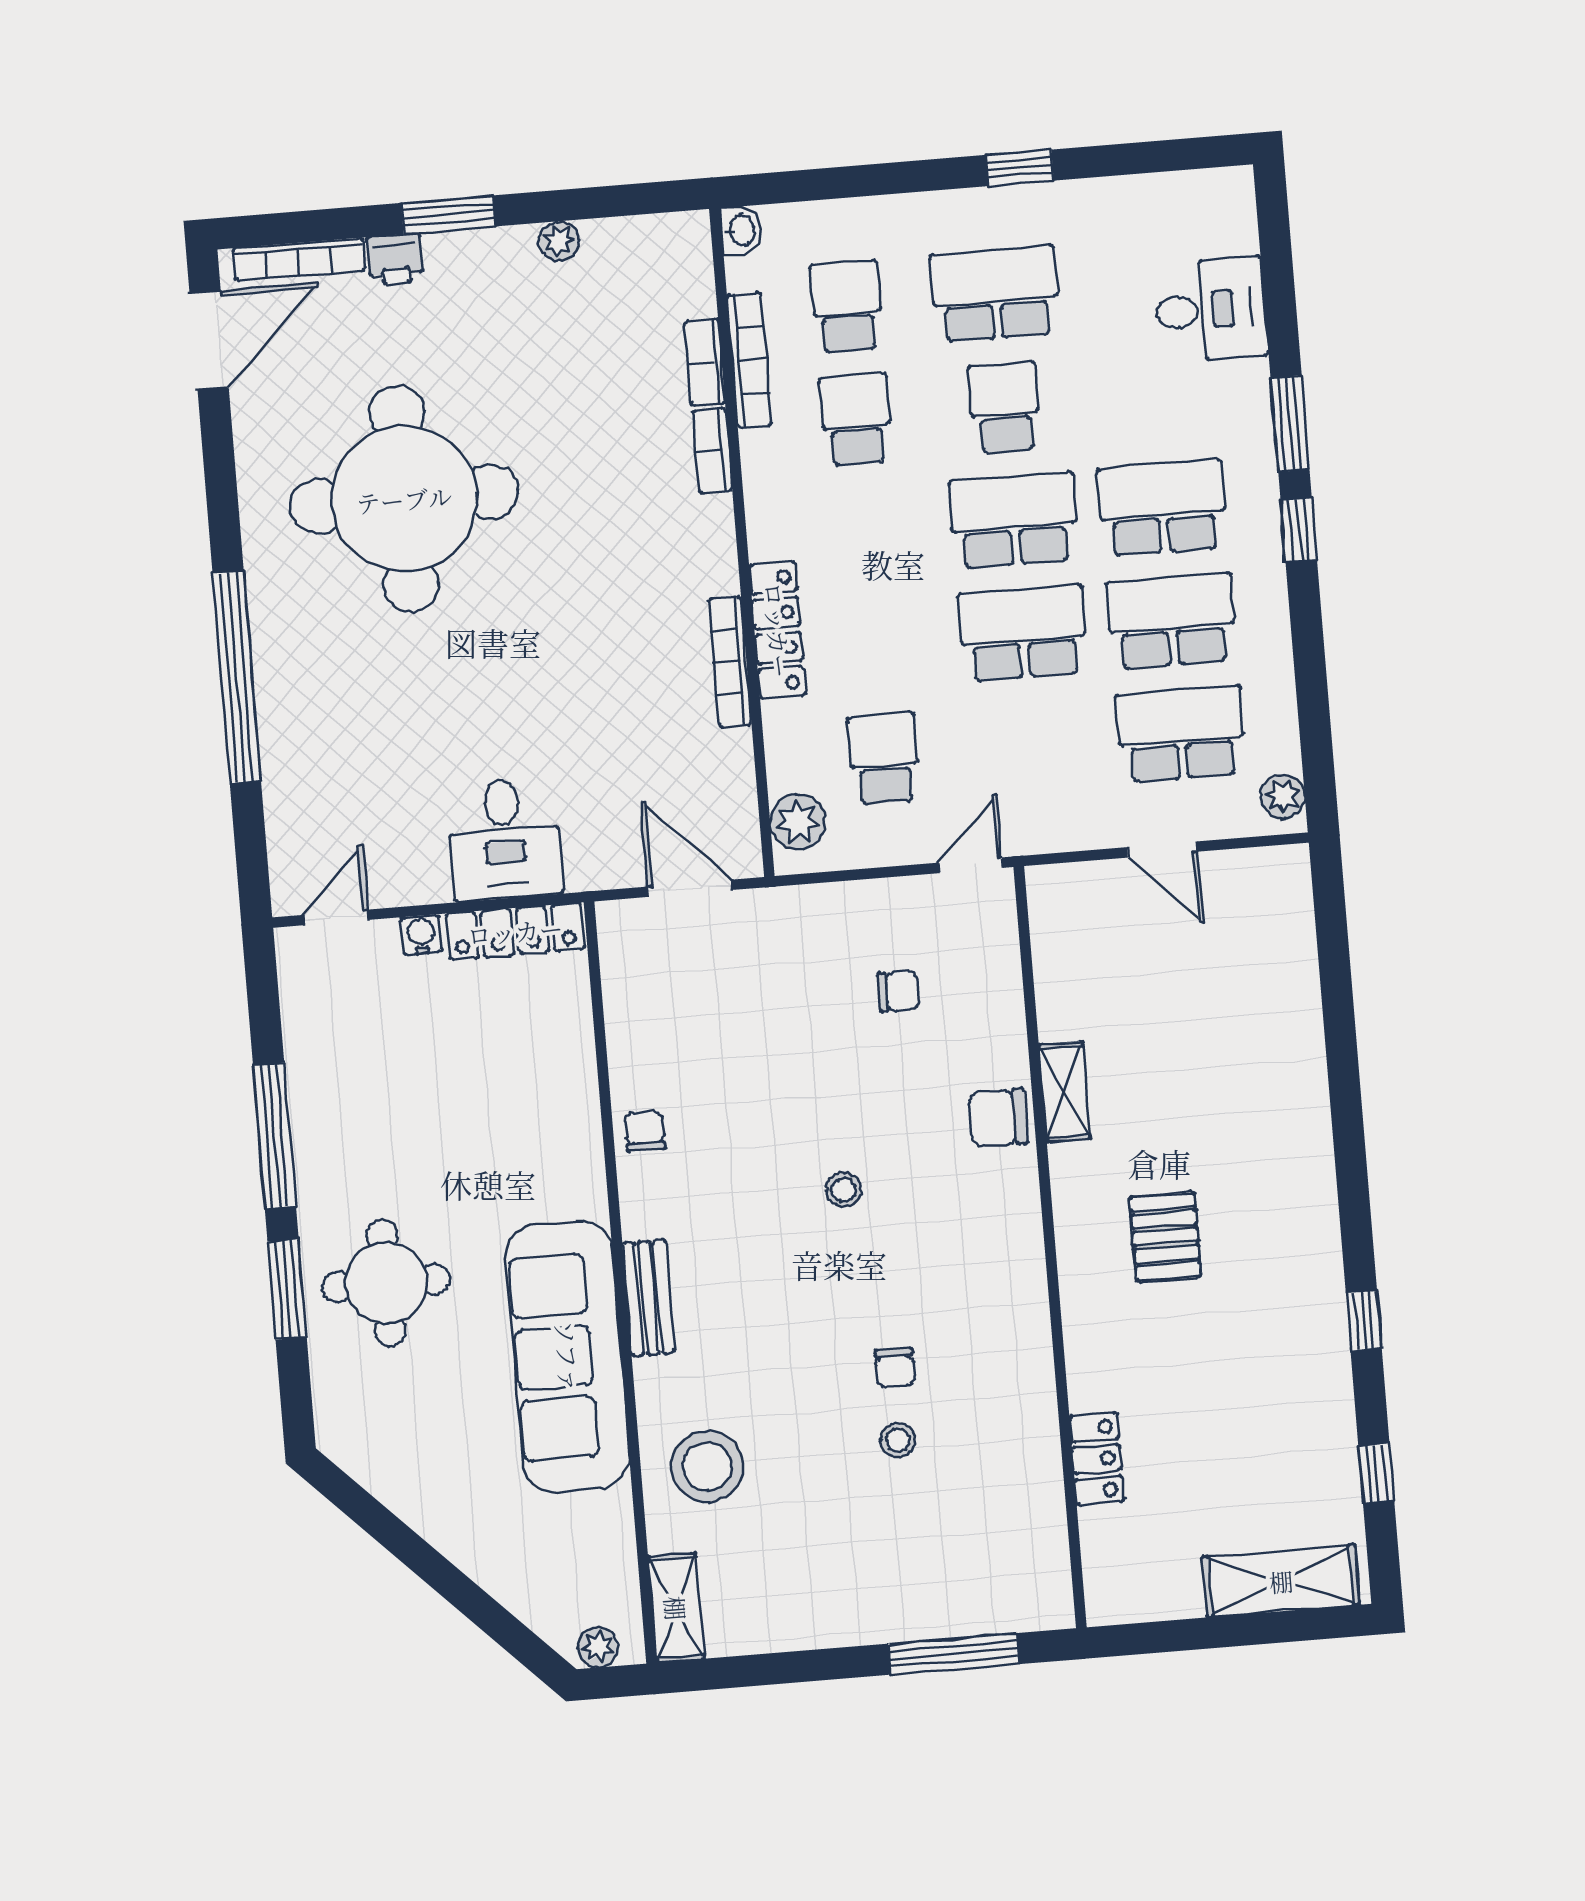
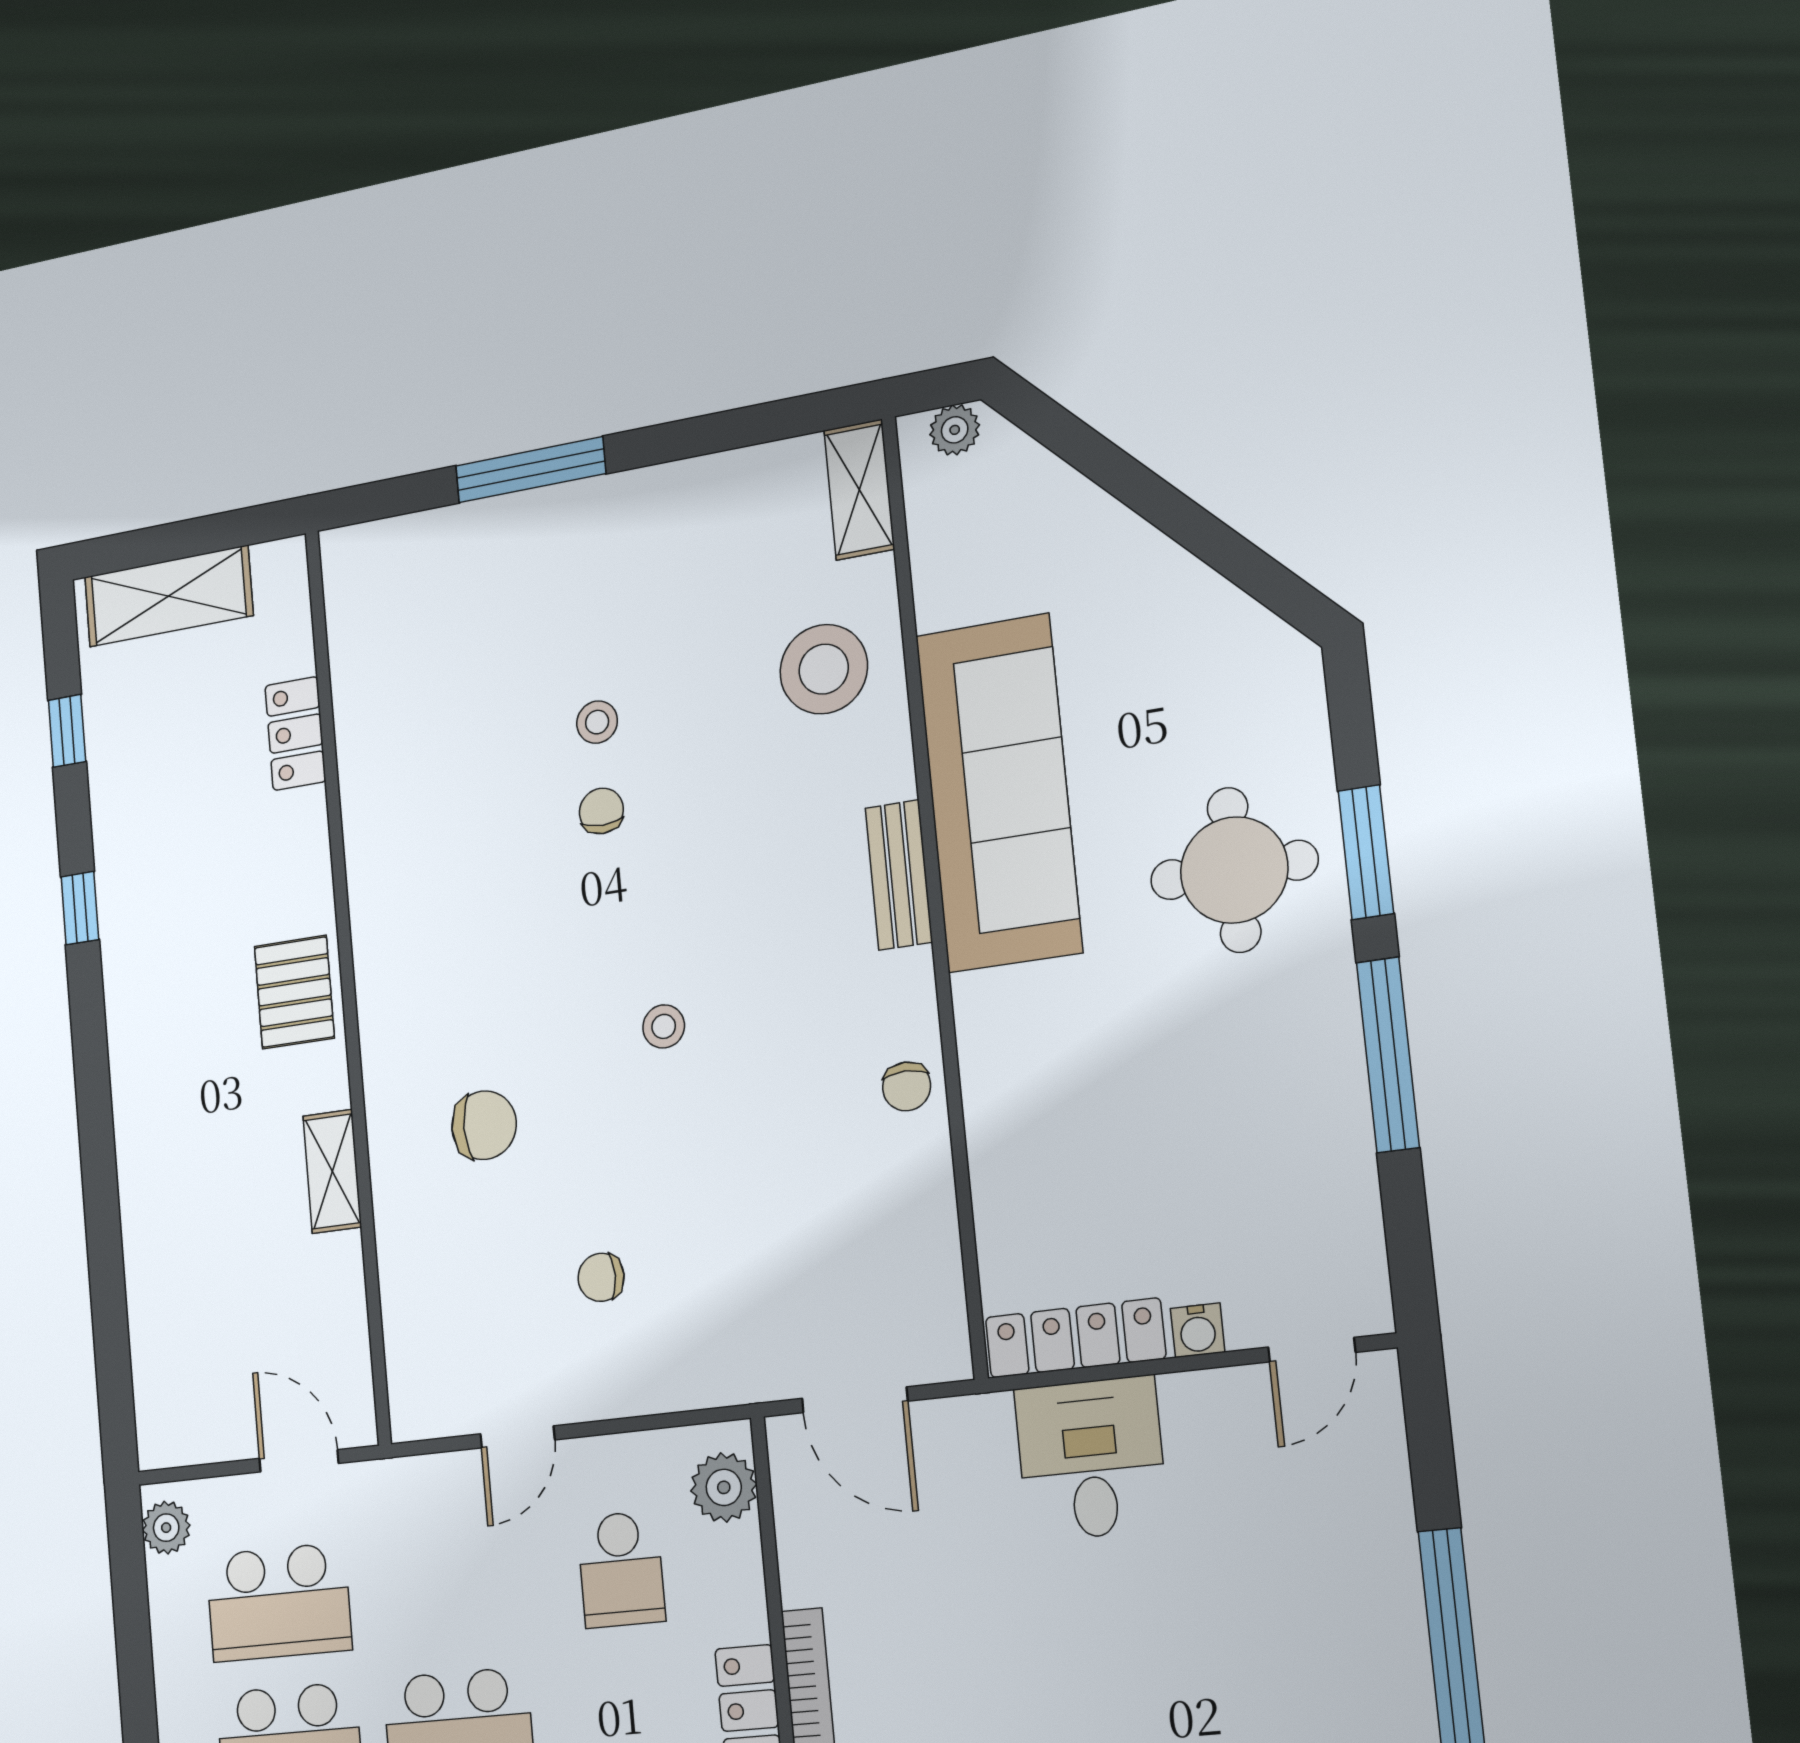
shelving: (1065, 1092) -> (332, 1171), moved
wall: (1050, 1247) -> (348, 983), moved
locker: (1097, 1459) -> (295, 734), moved

